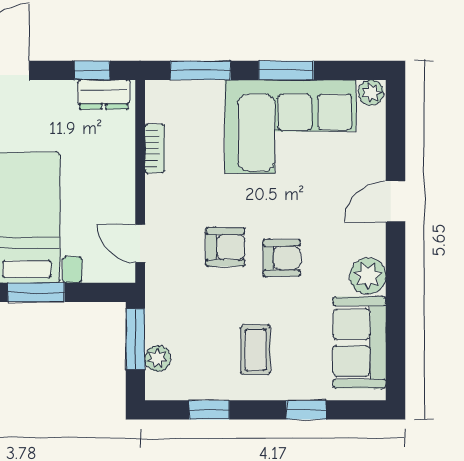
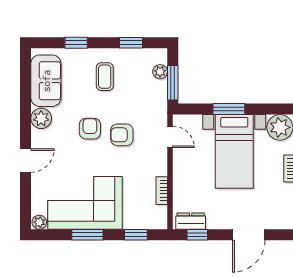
window: (200, 70) -> (136, 235), width x0.67
armchair: (282, 258) -> (90, 129), turned 90

